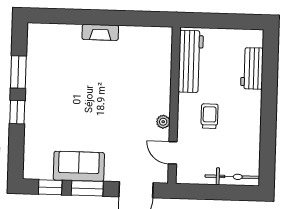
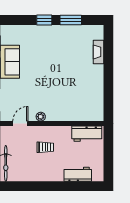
fireplace: (100, 32) -> (99, 52), moved
workbench: (191, 61) -> (87, 134), width x0.73

